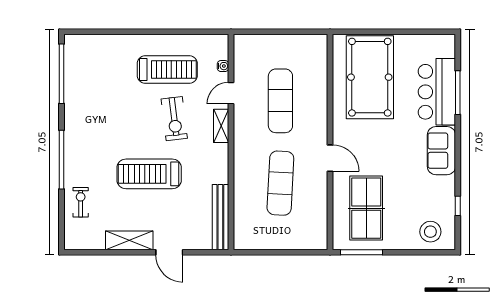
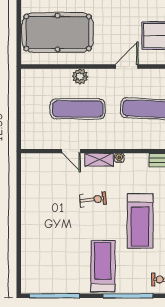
water cooler: (223, 66) -> (119, 158), moved
treadmill: (167, 69) -> (103, 266), moved
plant: (318, 103) -> (80, 76), added
exercise bike: (174, 119) -> (93, 200), width x0.73, depth x0.72

